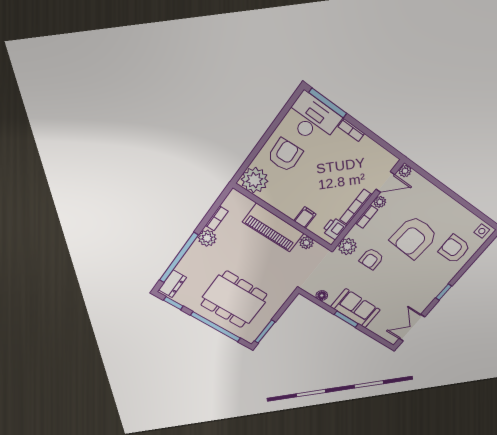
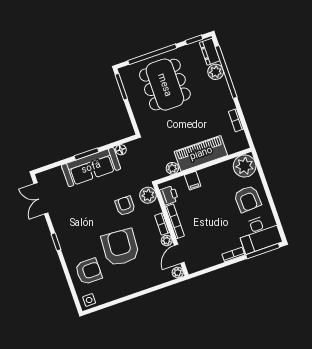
plant: (207, 238) -> (216, 72), moved
dining table: (234, 300) -> (165, 85), turned 90
sofa: (355, 308) -> (91, 167), width x1.36
double door: (412, 328) -> (41, 198), swing flipped

